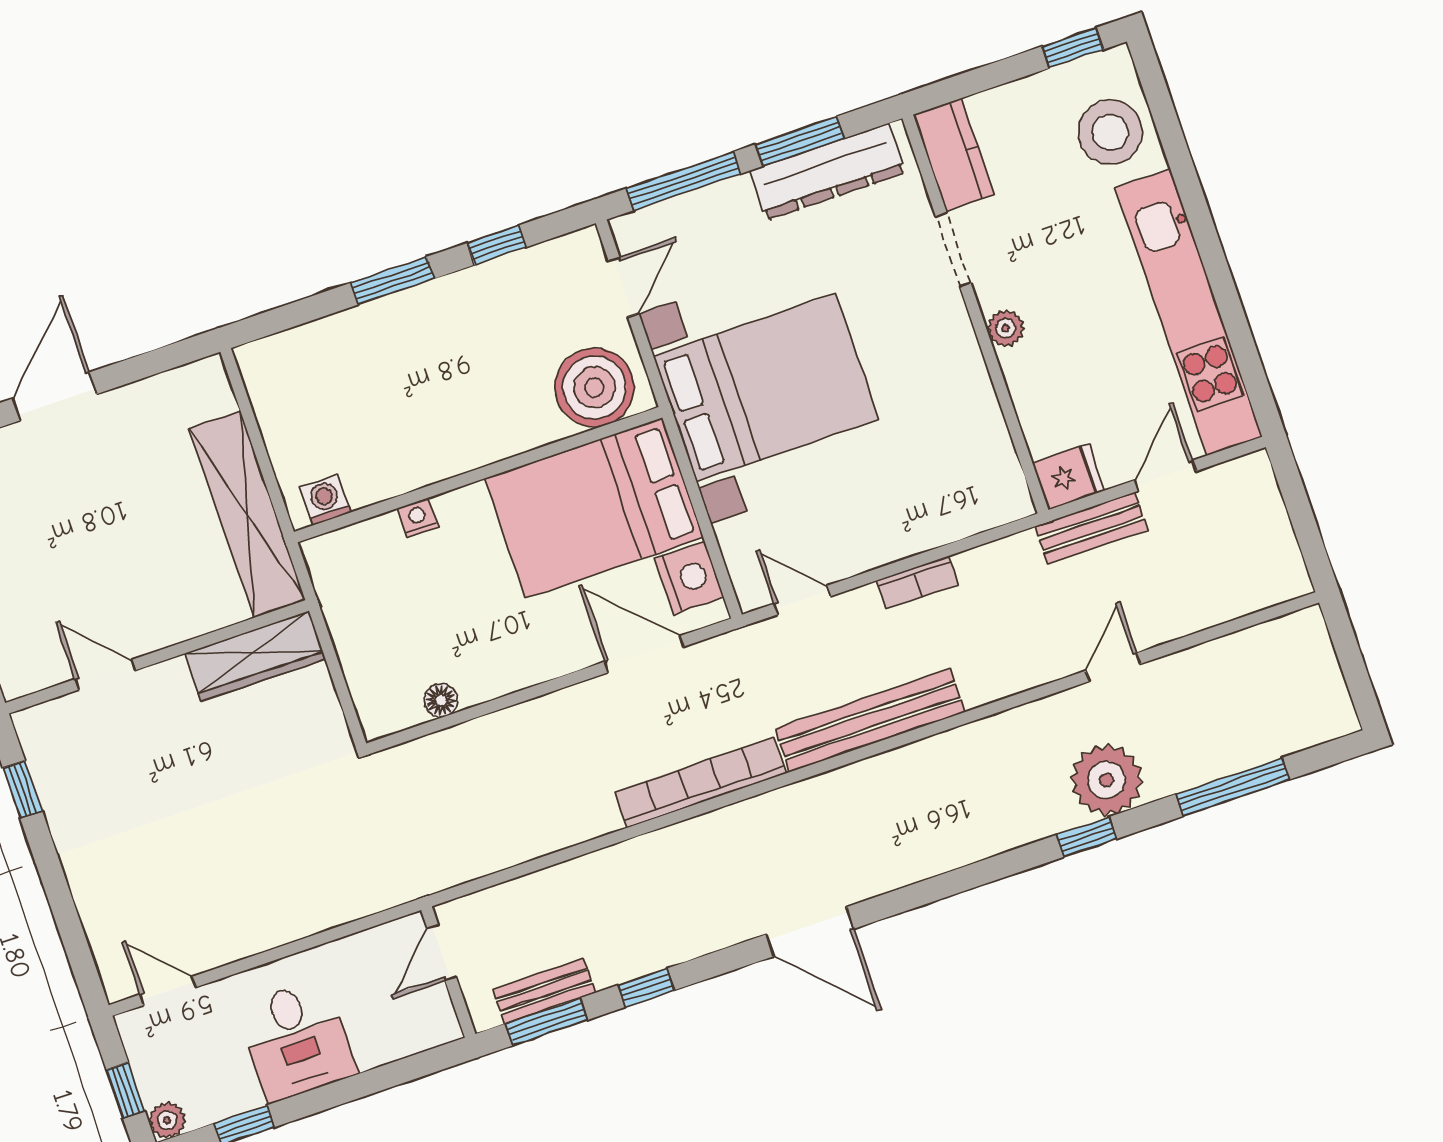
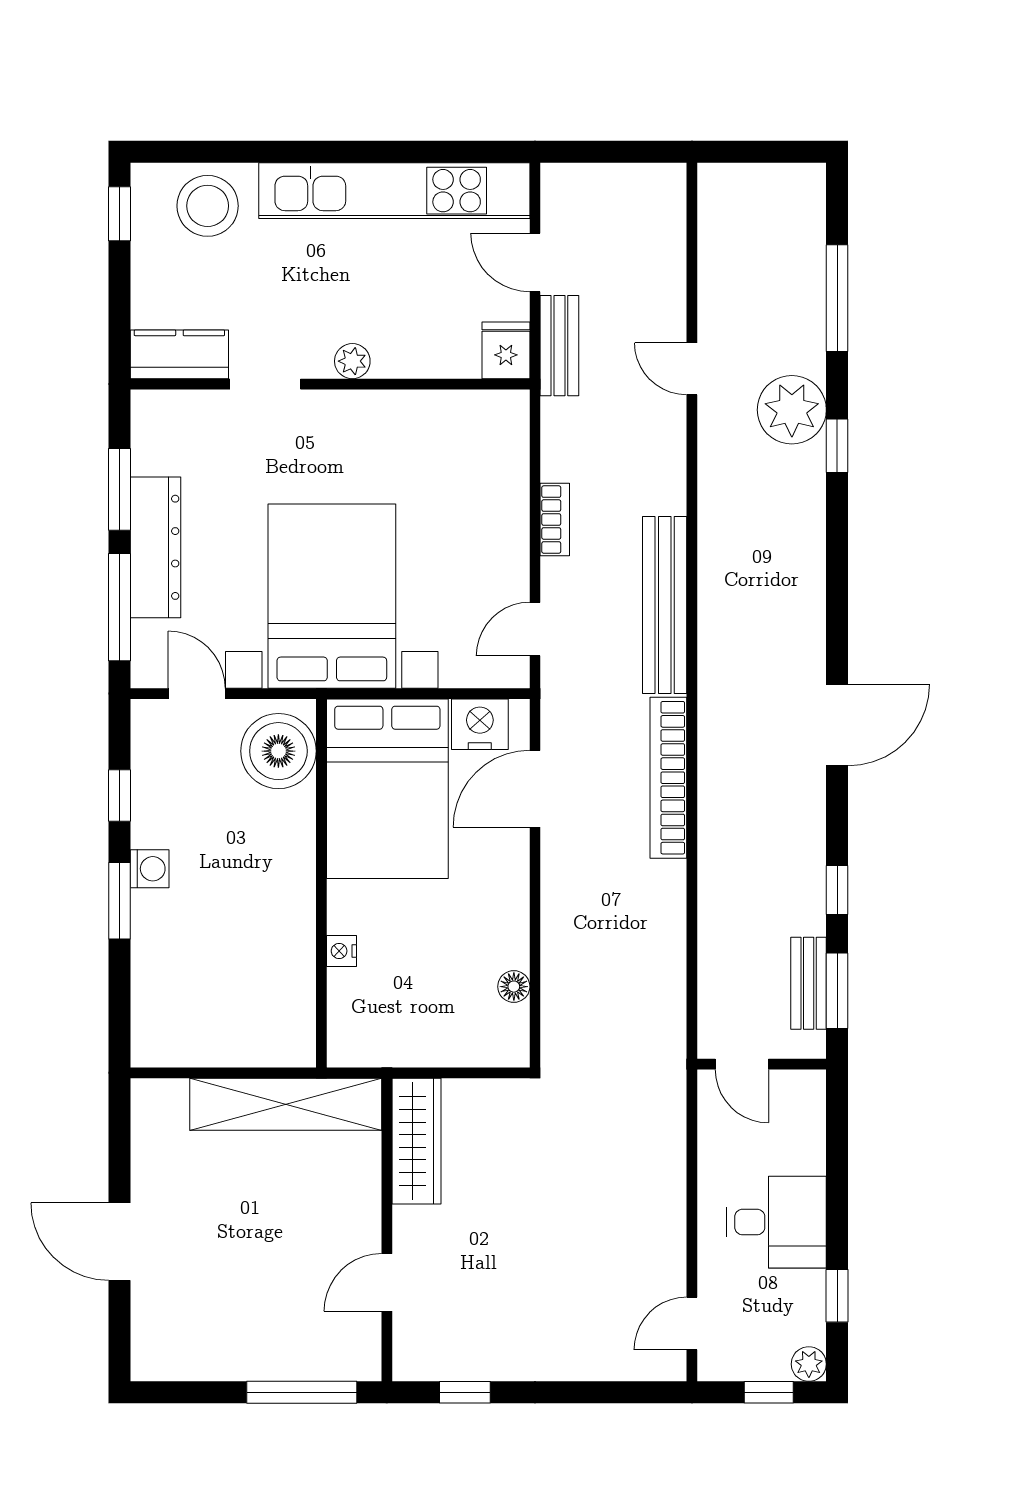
dresser: (828, 171) -> (156, 547), moved
washing machine: (325, 500) -> (150, 869), moved, turned 180

